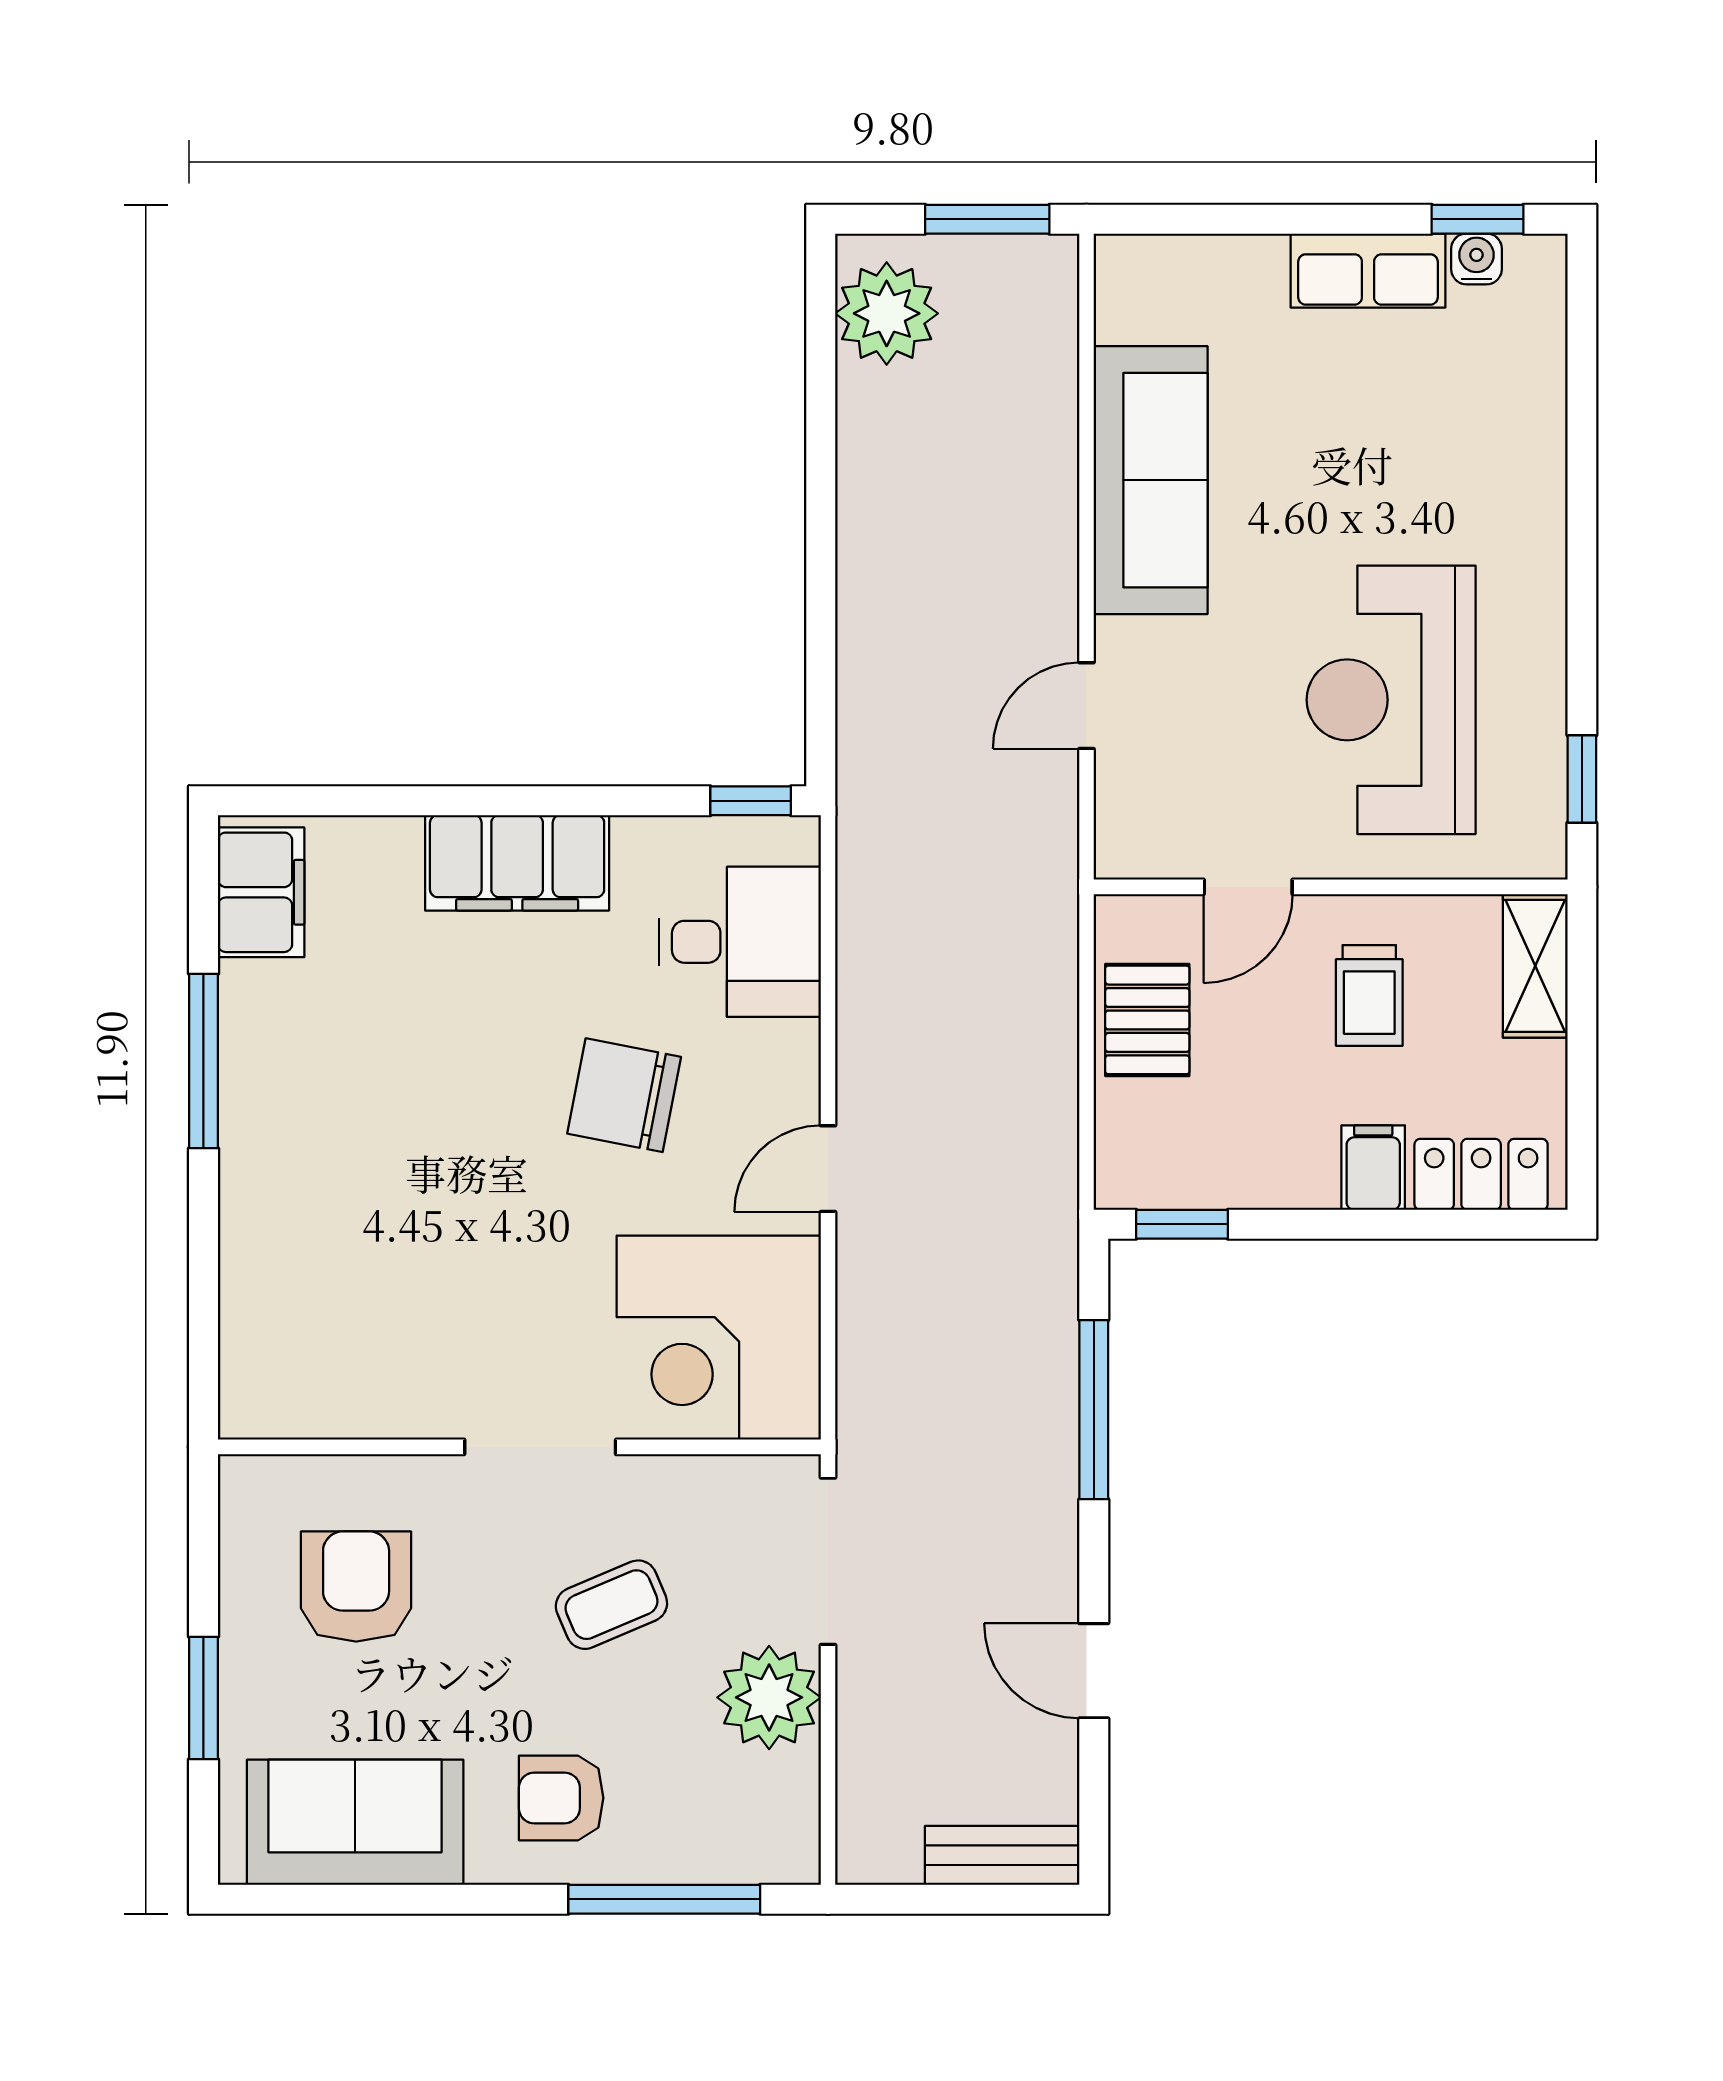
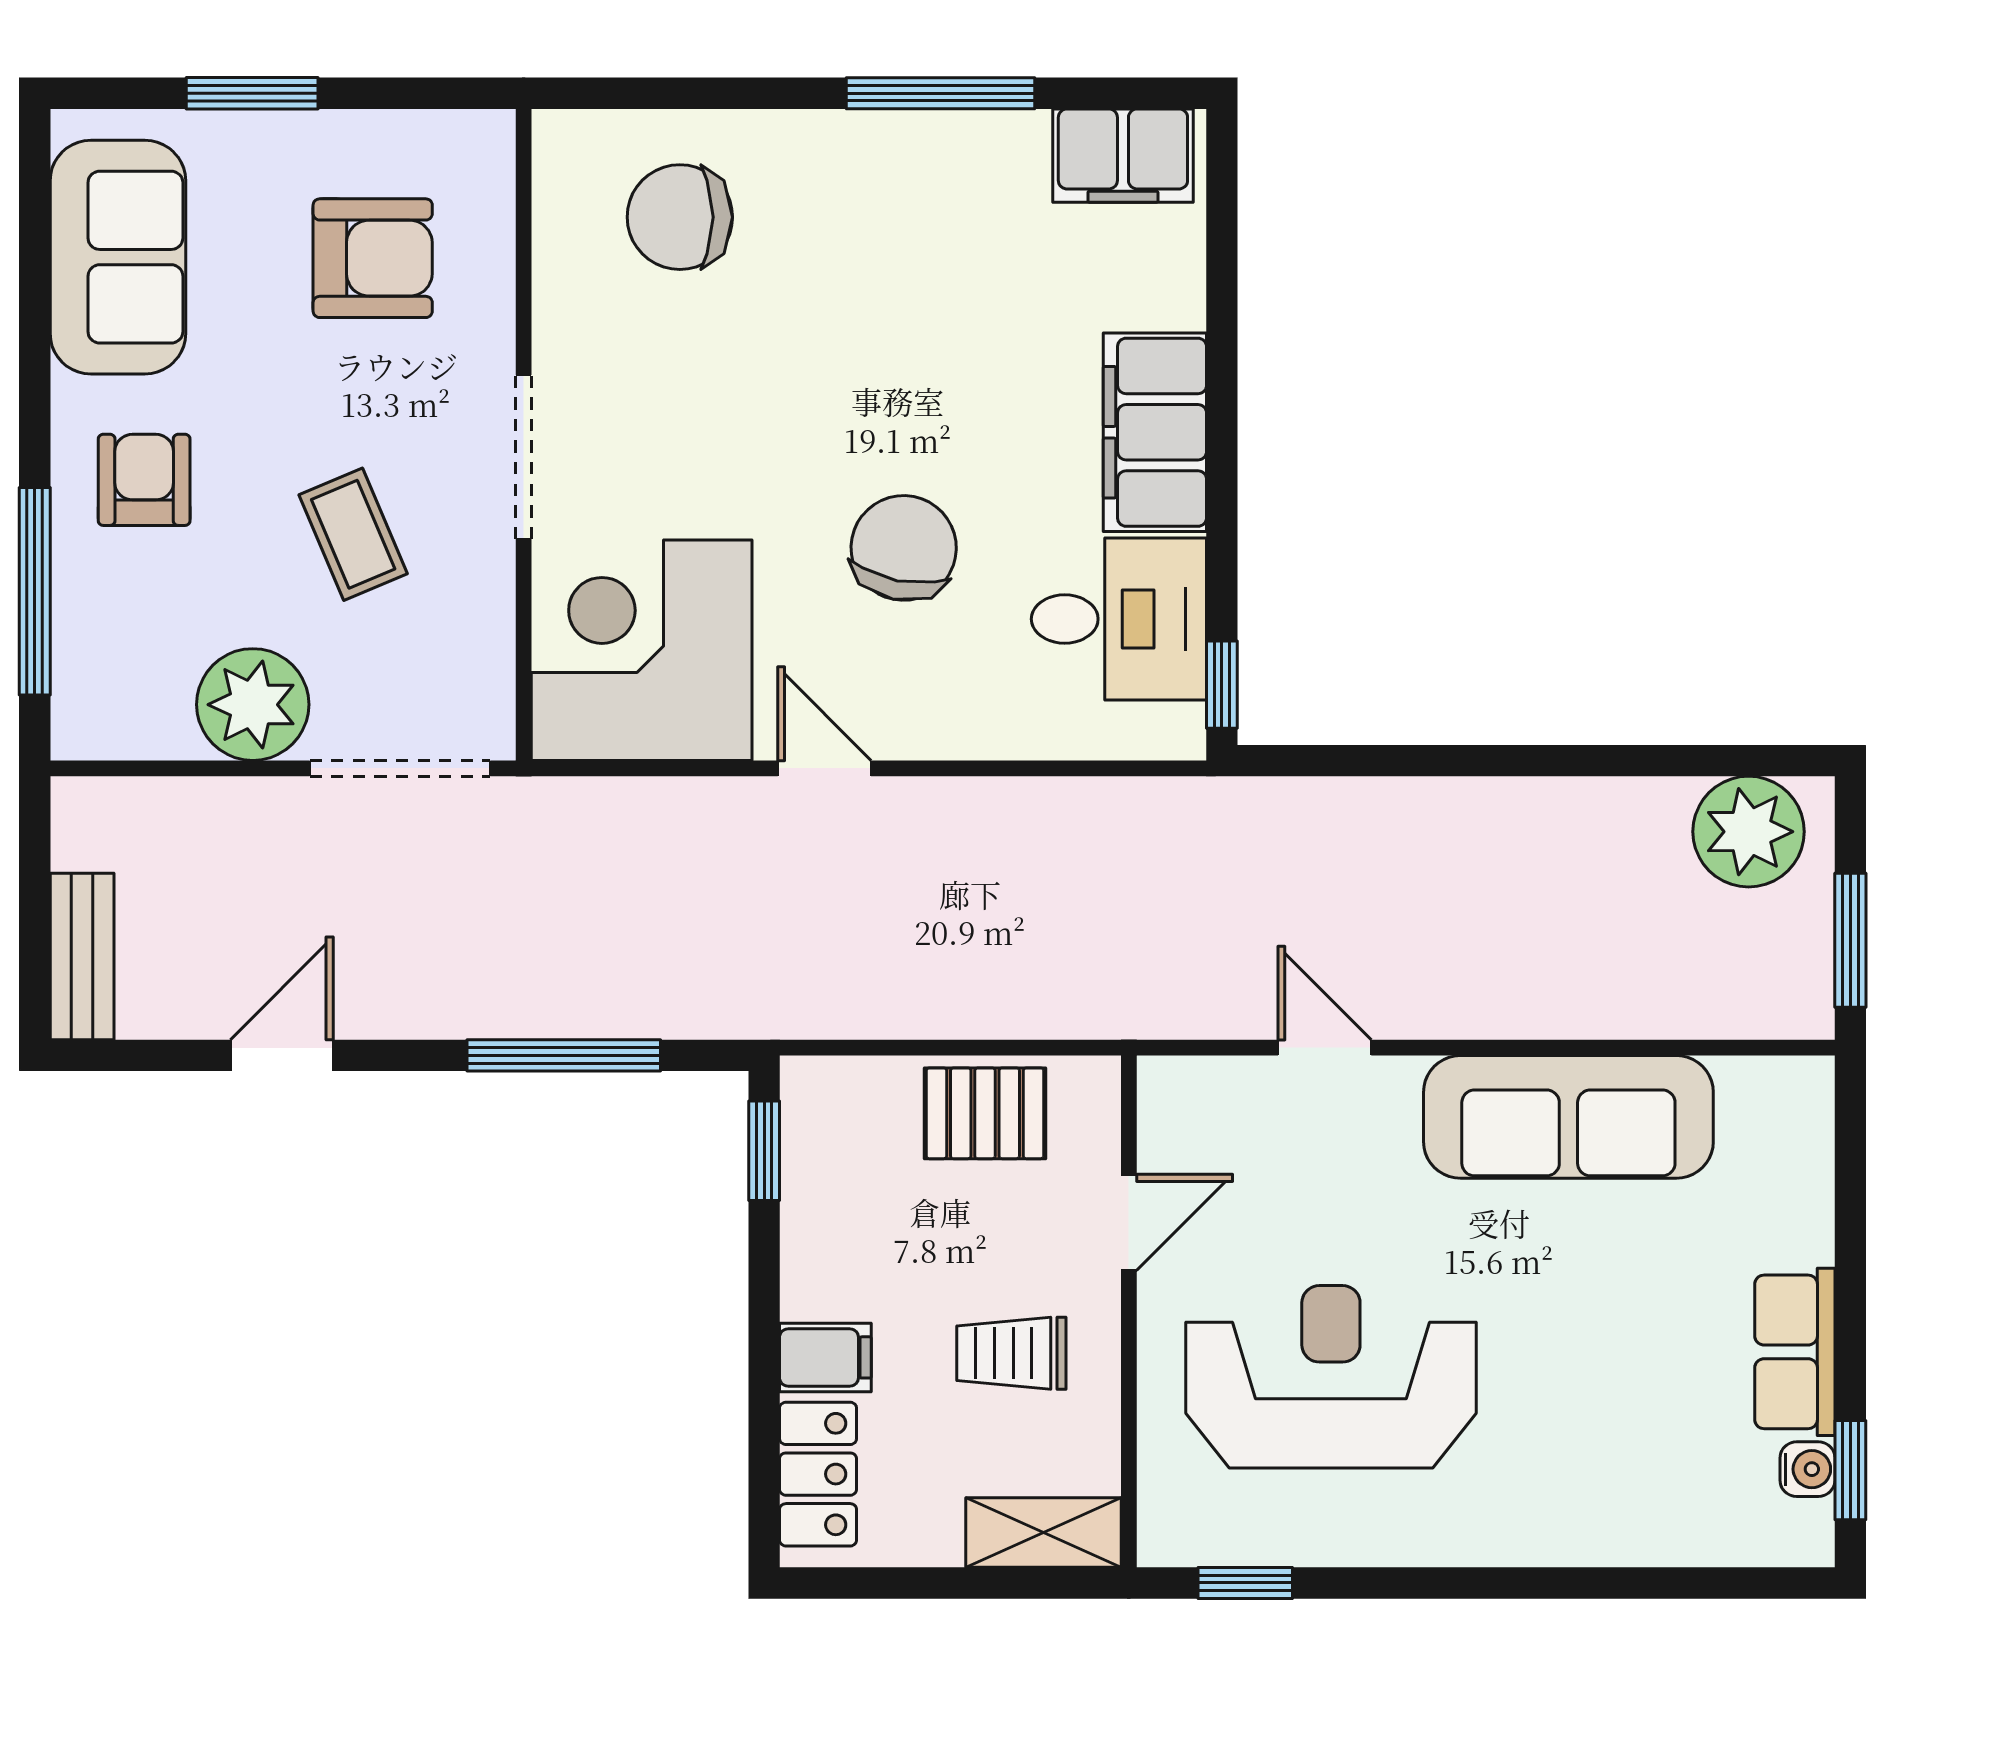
door: (1248, 887) -> (1129, 1222), swing flipped
desk: (740, 942) -> (1119, 619), moved, turned -90
chair: (318, 1302) -> (680, 217), added

